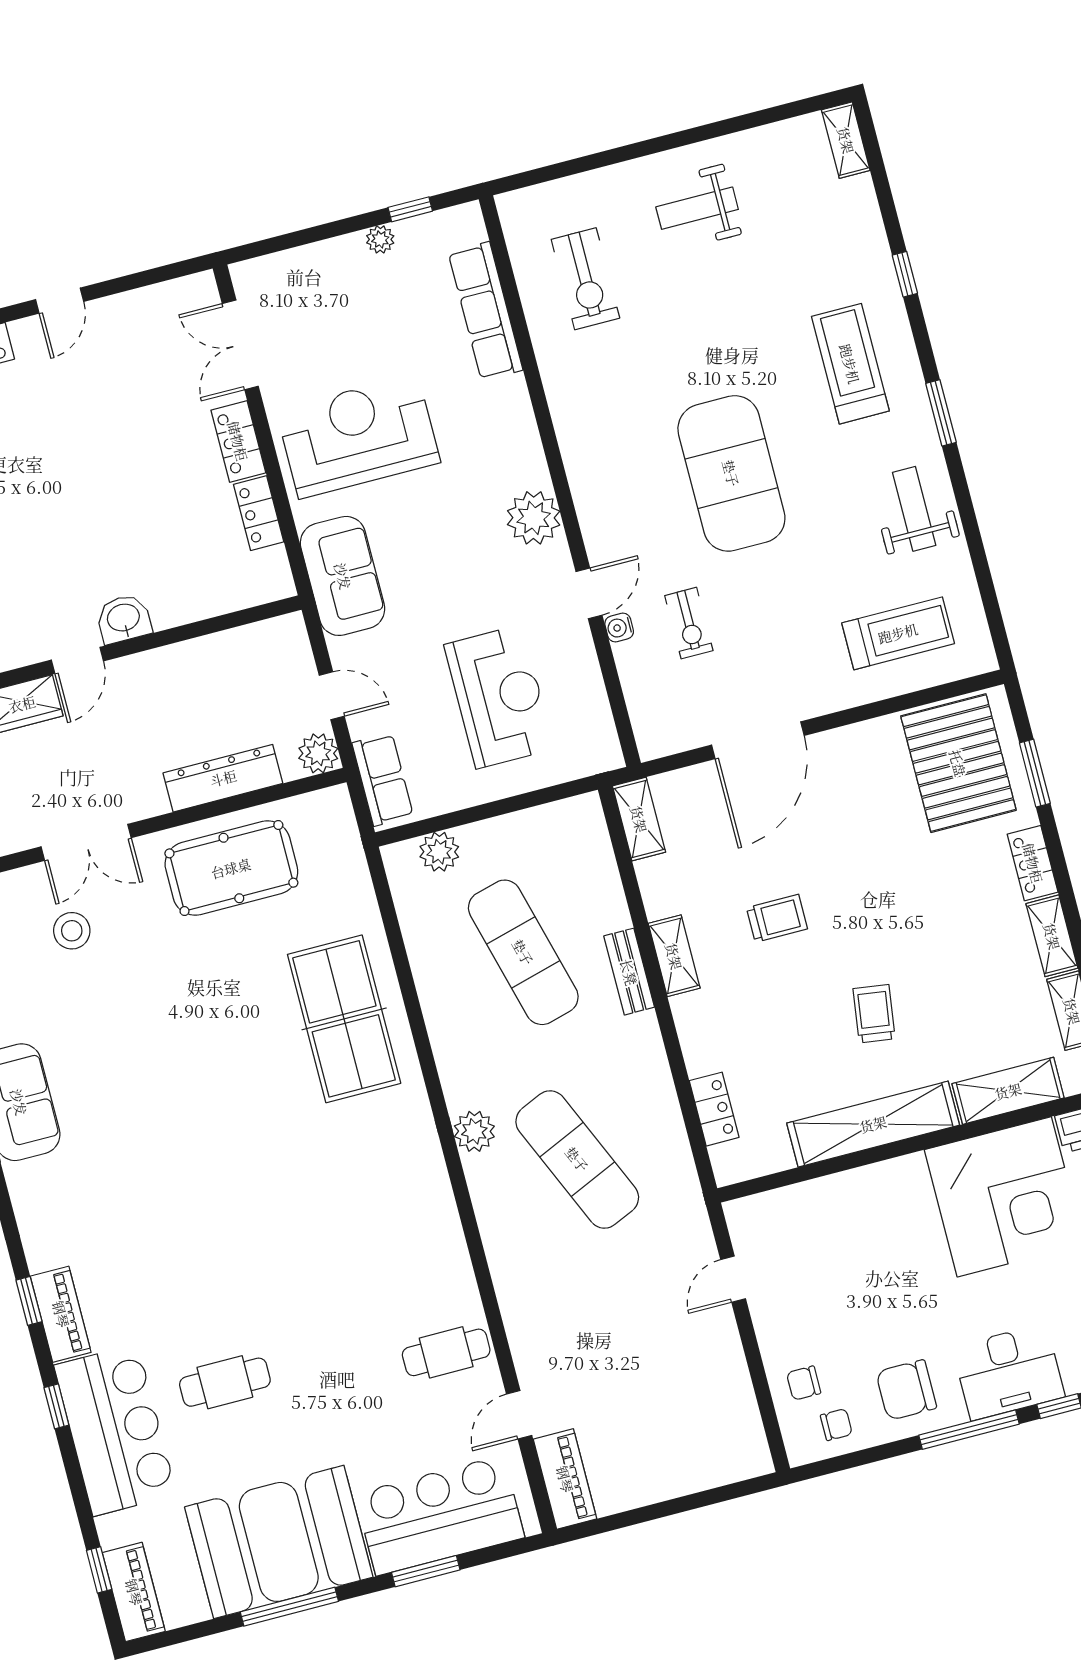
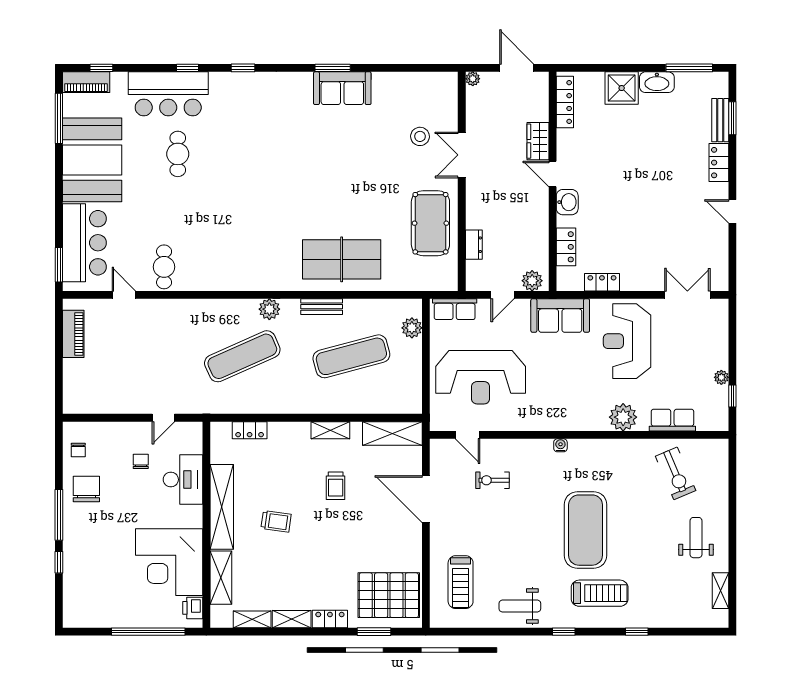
shelving: (846, 140) -> (720, 591), moved, turned 90
exercise bike: (585, 279) -> (676, 473), turned -113
row of seats: (485, 311) -> (672, 420), width x0.68
window: (941, 413) -> (564, 632), width x0.67
reception desk: (358, 436) -> (627, 341), turned 180
locker: (238, 441) -> (566, 247), moved, turned 90
exercise mat: (731, 473) -> (586, 530), moved, turned 90
weight bench: (914, 509) -> (520, 606), turned 180
plant: (534, 518) -> (623, 417), moved
door: (589, 593) -> (467, 435), moved
water cooler: (619, 627) -> (560, 445), moved
reception desk: (499, 697) -> (481, 377), width x1.36, depth x1.30
plant: (318, 753) -> (532, 281), moved
dresser: (223, 778) -> (474, 245), width x0.51, depth x0.80
shelving: (639, 819) -> (392, 433), width x1.50, depth x1.33
bench: (629, 972) -> (322, 307), moved
door: (733, 1279) -> (163, 418), swing flipped
piano: (61, 1314) -> (232, 82), removed
desk: (1008, 1372) -> (183, 480), moved, turned 180
chair: (804, 1383) -> (141, 461), moved
piano: (565, 1479) -> (73, 334), moved, turned -90
window: (426, 1571) -> (59, 265), moved
window: (289, 1607) -> (59, 118), moved

